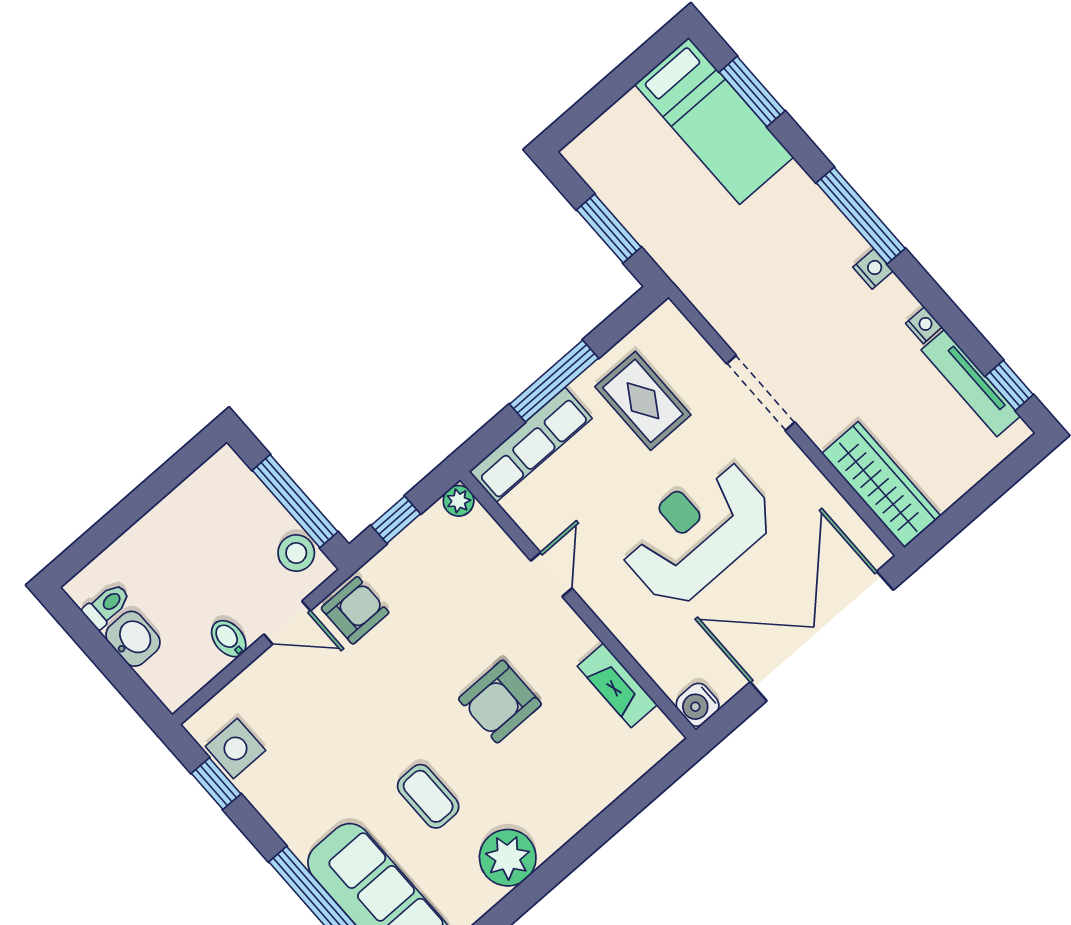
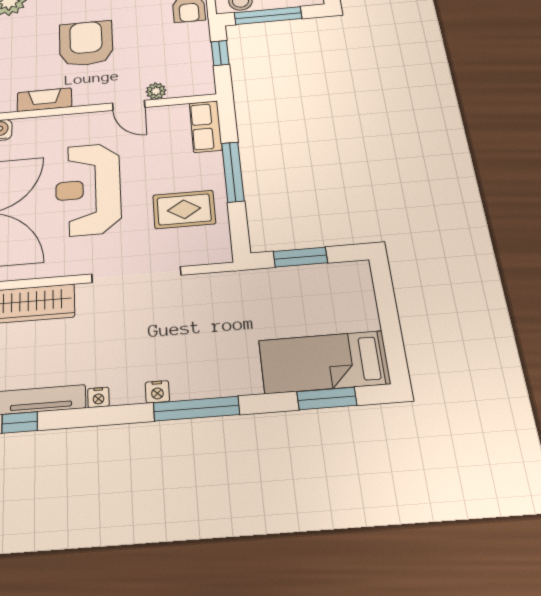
doorway: (761, 393) -> (136, 275), width x1.36
row of seats: (531, 445) -> (206, 126), width x0.68
plant: (459, 501) -> (156, 91), moved
reception desk: (697, 532) -> (88, 189), turned 180
armchair: (500, 702) -> (86, 43), width x1.36, depth x1.36

